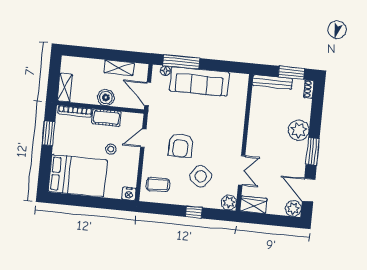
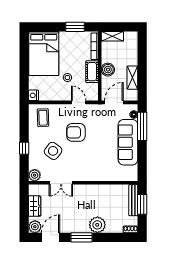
window: (291, 73) -> (142, 204), moved
wardrobe: (253, 205) -> (35, 206), moved

